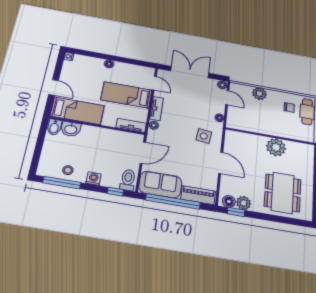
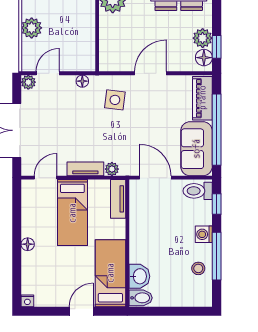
window: (62, 183) -> (217, 256), moved

